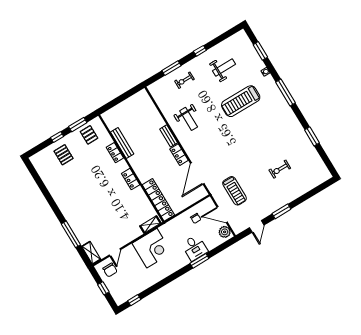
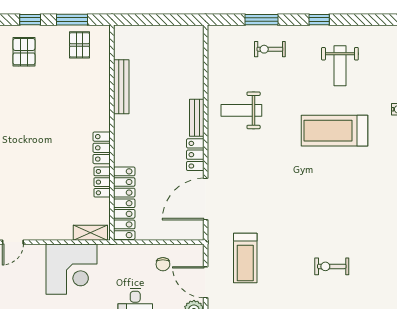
weight bench: (224, 67) -> (340, 66), turned 90
weight bench: (189, 119) -> (241, 110), turned 90
locker: (115, 153) -> (102, 182), moved

